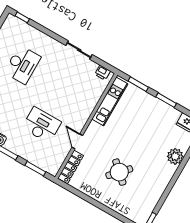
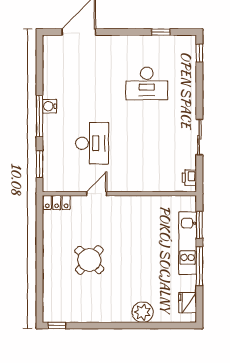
window: (166, 100) -> (199, 266), width x1.44
kitchen unit: (110, 101) -> (188, 243), moved, turned 90
locker: (71, 167) -> (57, 203), width x0.66

